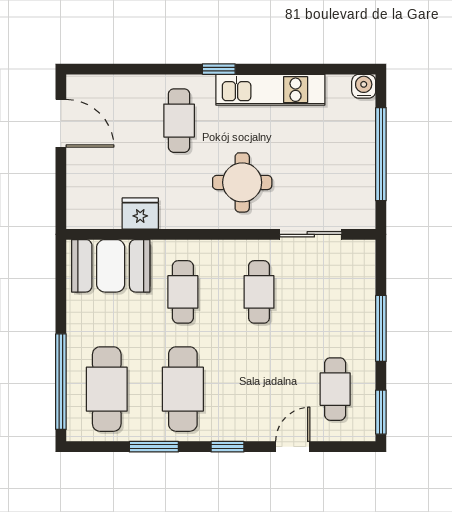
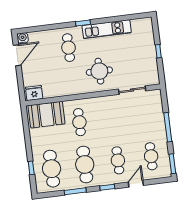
water cooler: (364, 86) -> (23, 38), moved
door: (61, 123) -> (17, 55), hinge flipped
window: (381, 154) -> (158, 51), width x0.32
fridge: (140, 213) -> (34, 93), moved
cafe table: (259, 292) -> (118, 160), moved
window: (61, 382) -> (31, 168), width x0.32

